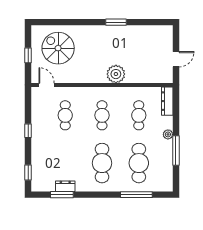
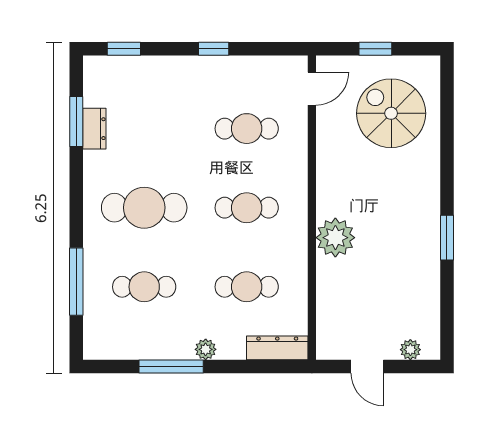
plant: (168, 39) -> (410, 350), added
spiral stairs: (58, 48) -> (391, 113), turned -90
cafe table: (139, 163) -> (144, 287), width x0.73, depth x0.74

